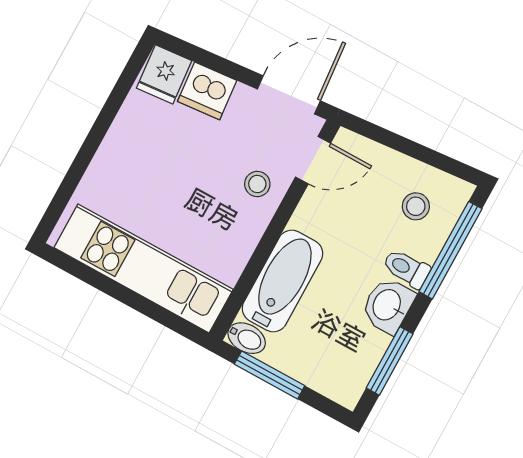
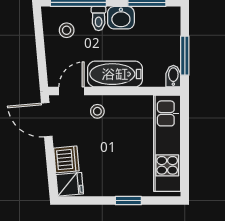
window: (85, 155) -> (128, 201), added
door: (313, 160) -> (71, 91), hinge flipped
bathtub: (283, 281) -> (115, 74), moved

